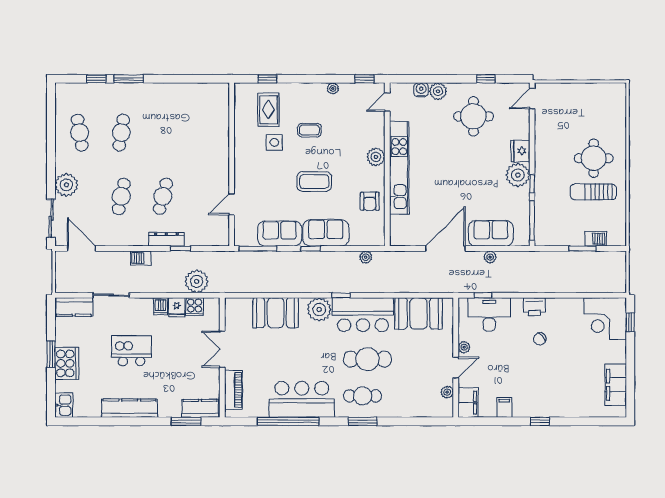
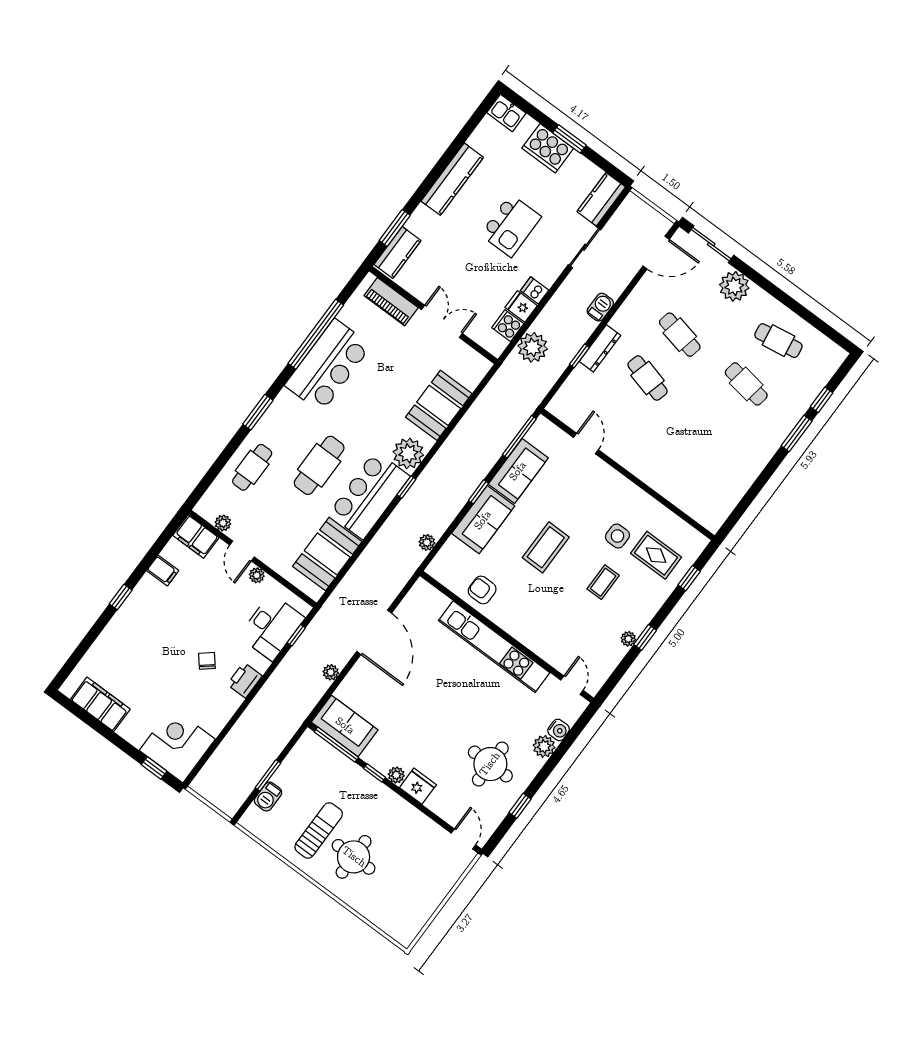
window: (364, 79) -> (645, 637), moved
plant: (376, 157) -> (524, 631), removed
plant: (518, 175) -> (396, 775), width x0.53, depth x0.53
sofa: (491, 233) -> (345, 726), moved, turned -90
cafe table: (363, 396) -> (252, 467), moved

